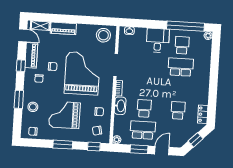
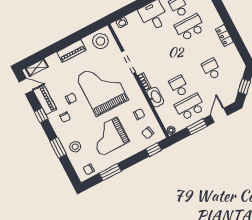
piano: (63, 28) -> (72, 51), moved
locker: (203, 114) -> (224, 36), moved
window: (63, 145) -> (110, 172), moved

